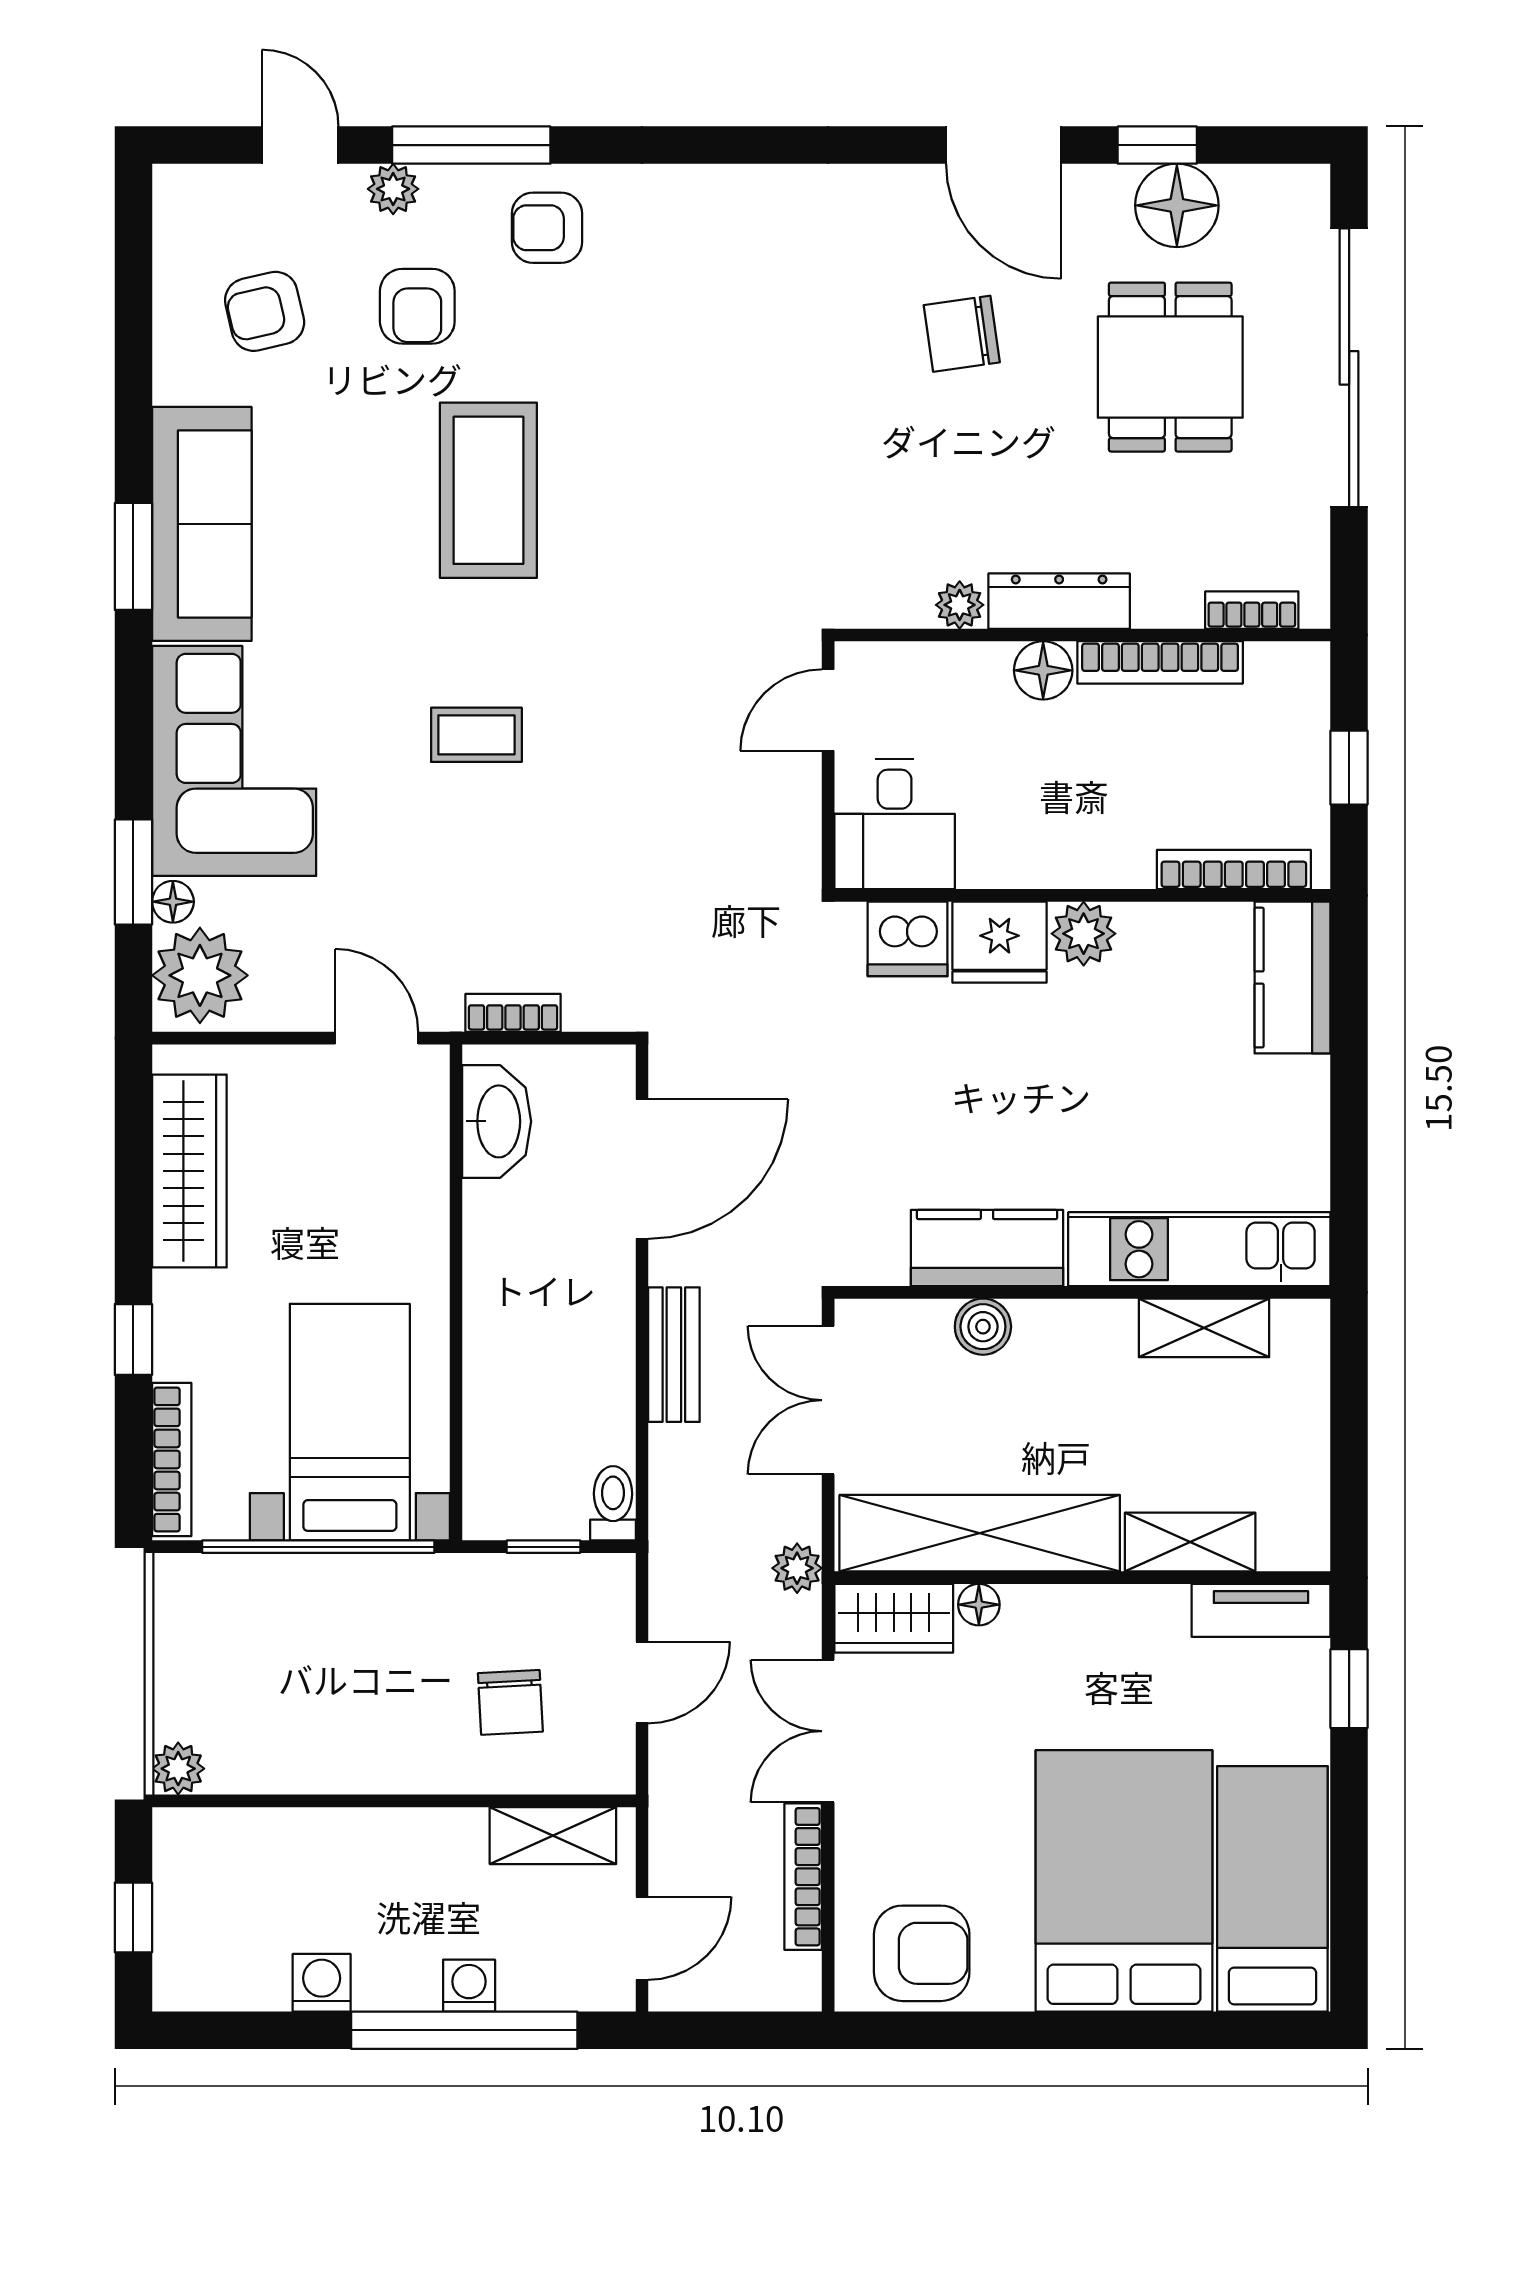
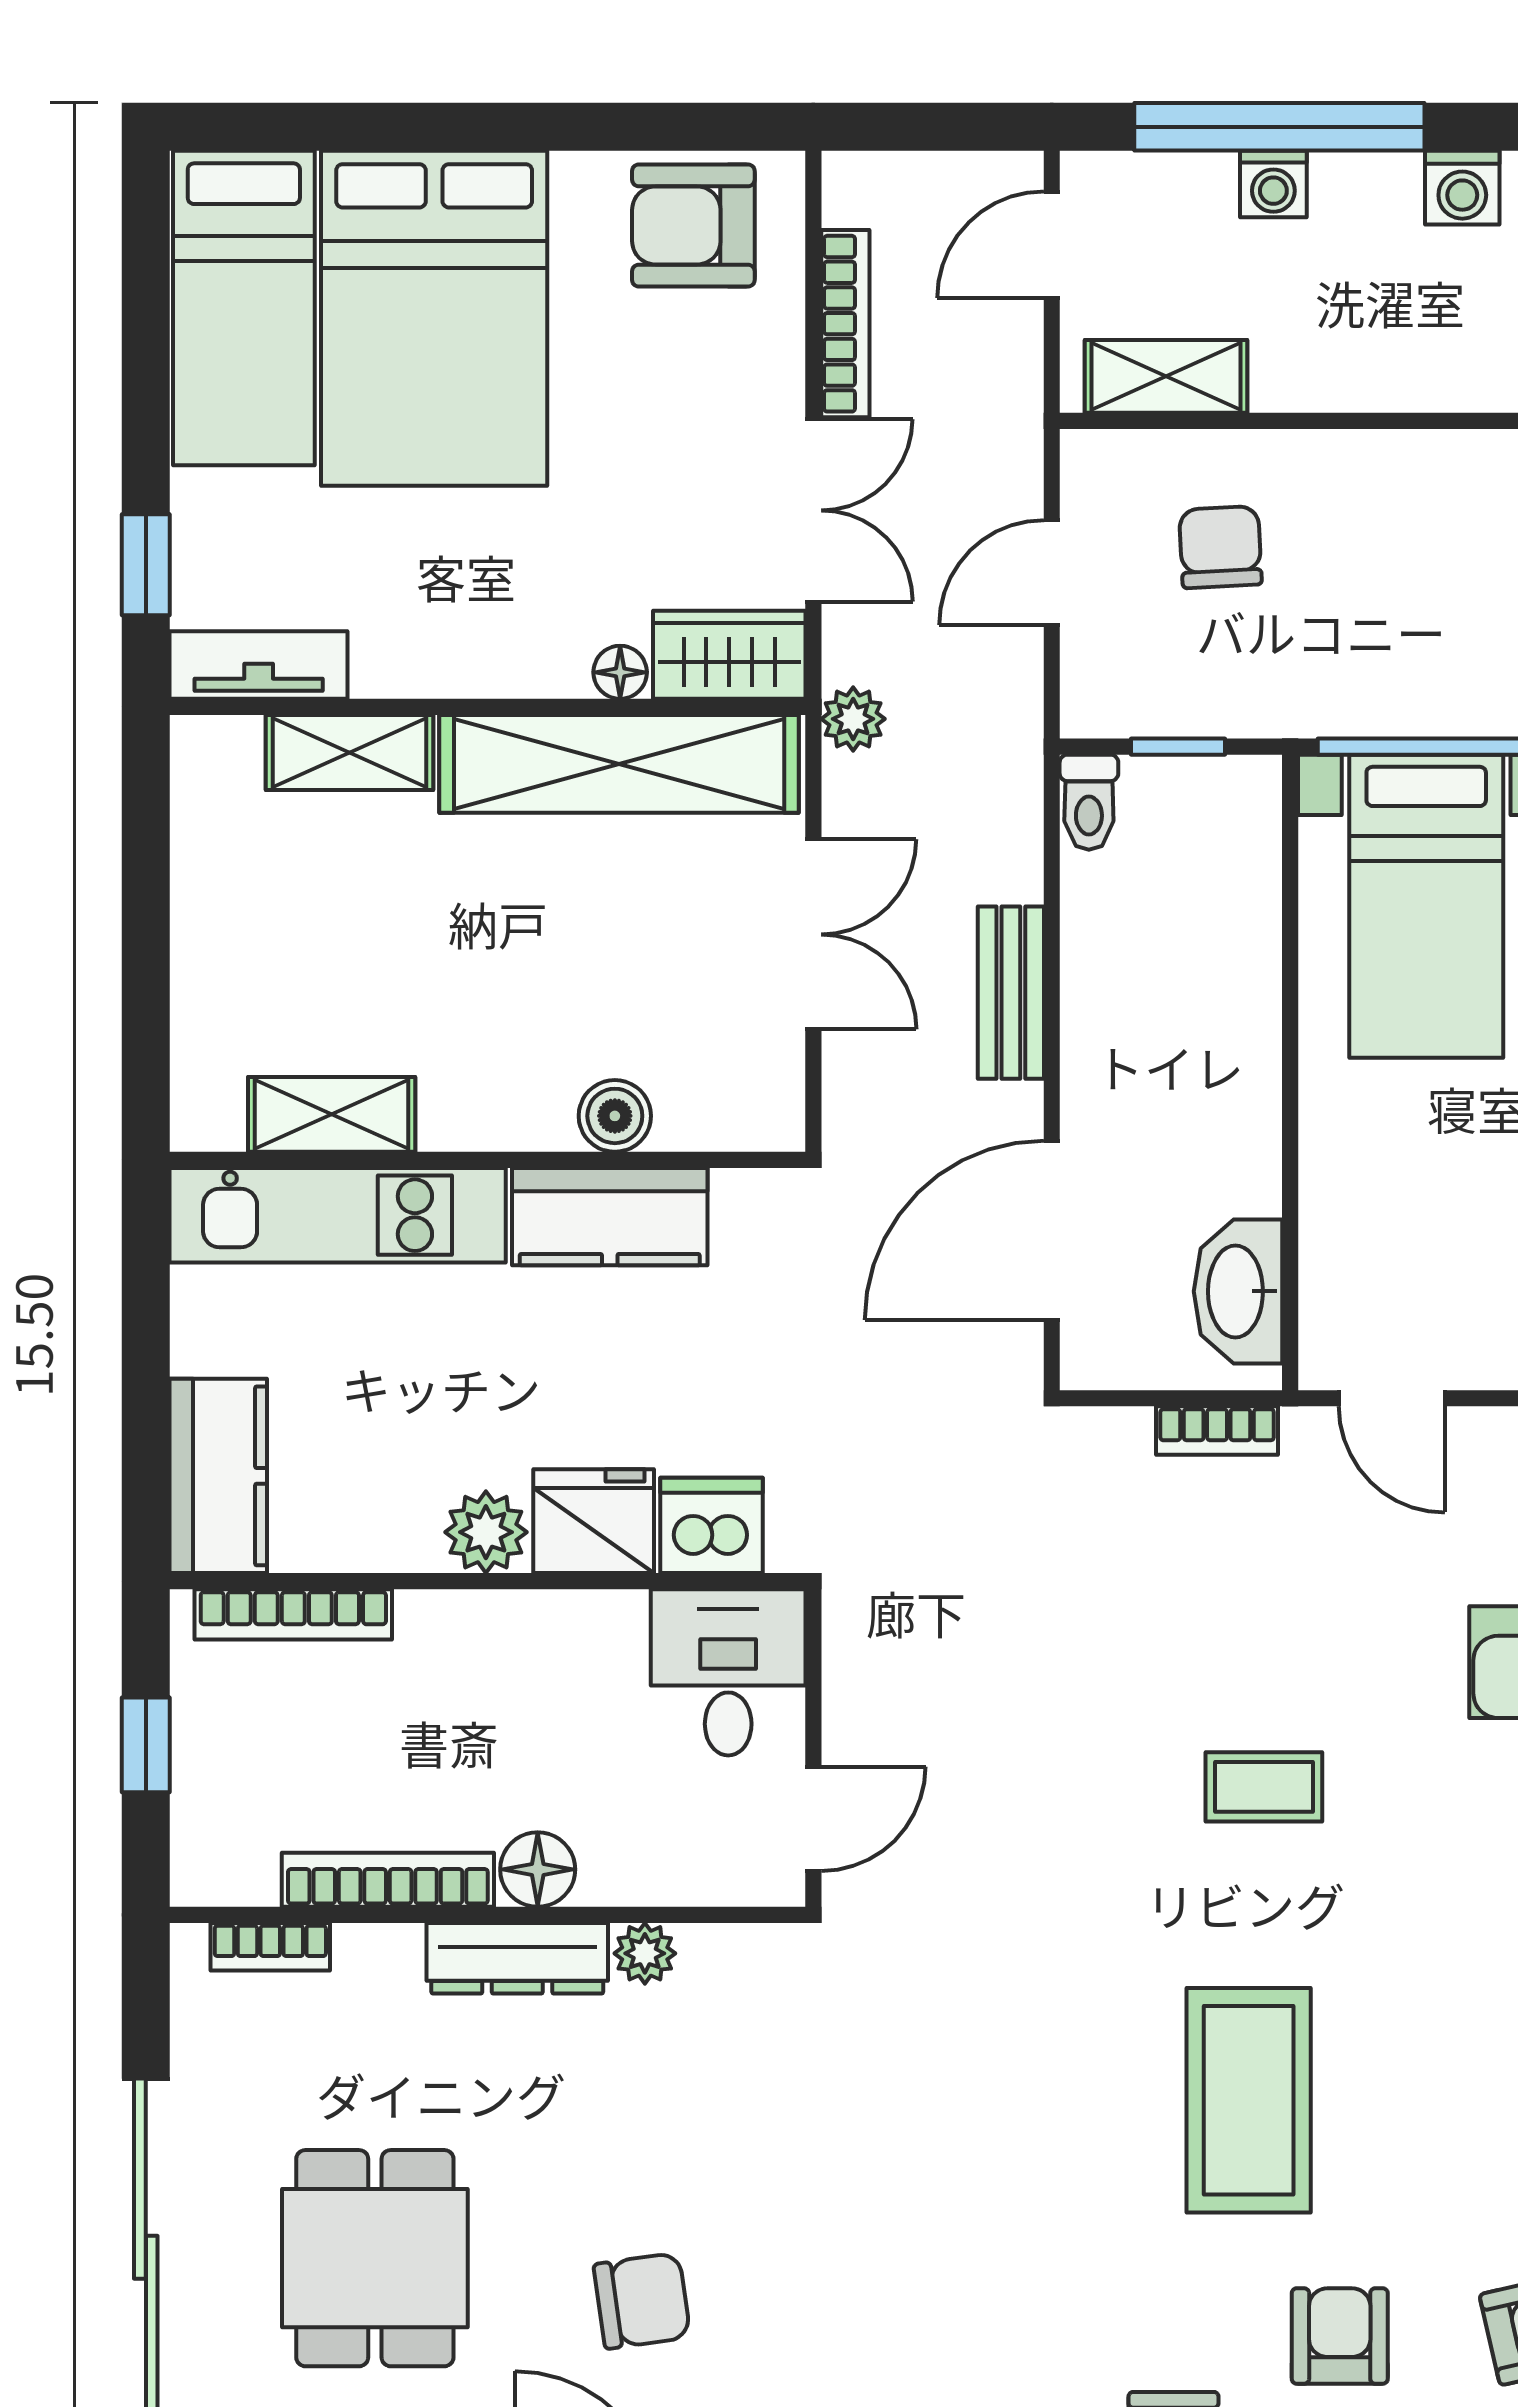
kitchen counter: (987, 1248) -> (610, 1217), moved
kitchen unit: (1199, 1249) -> (338, 1215), moved
wall: (1082, 1292) -> (487, 1160), moved
boiler: (983, 1327) -> (615, 1116), moved
shelving: (1204, 1328) -> (332, 1114), moved

